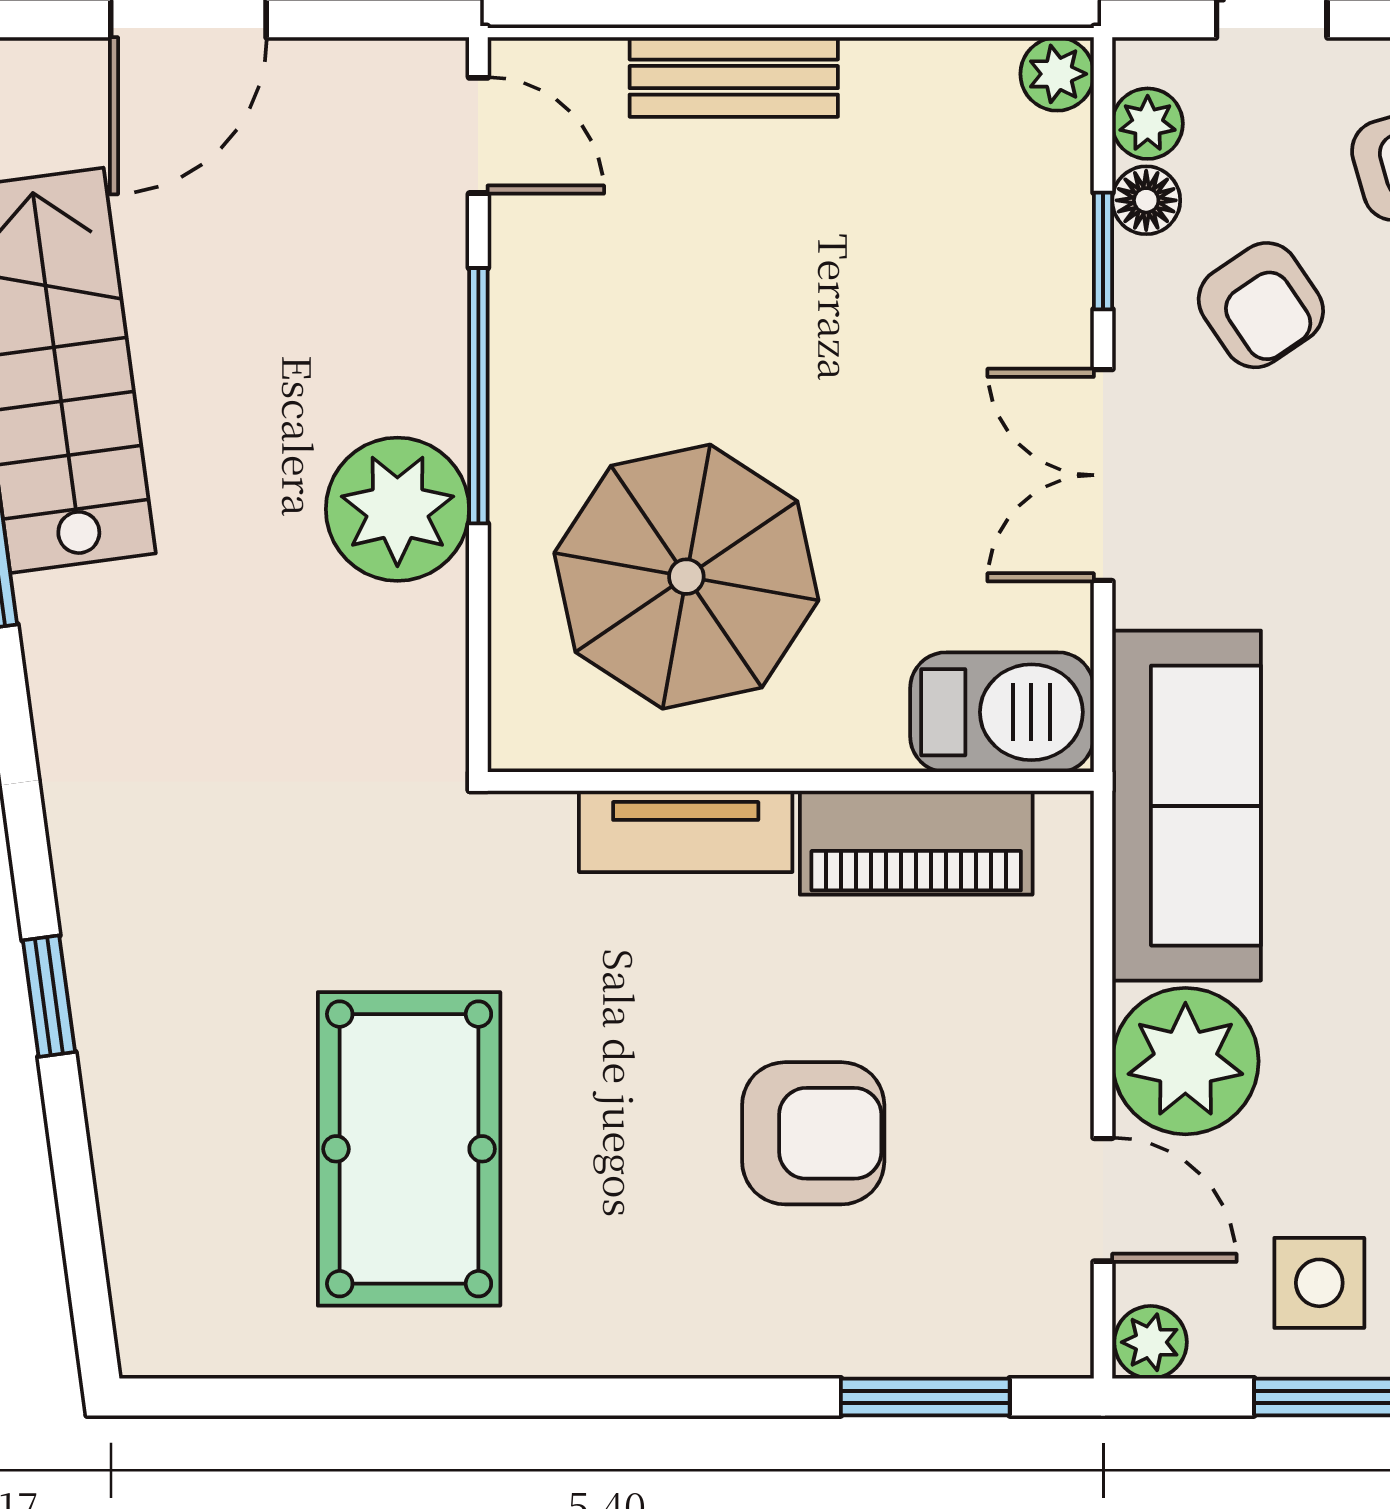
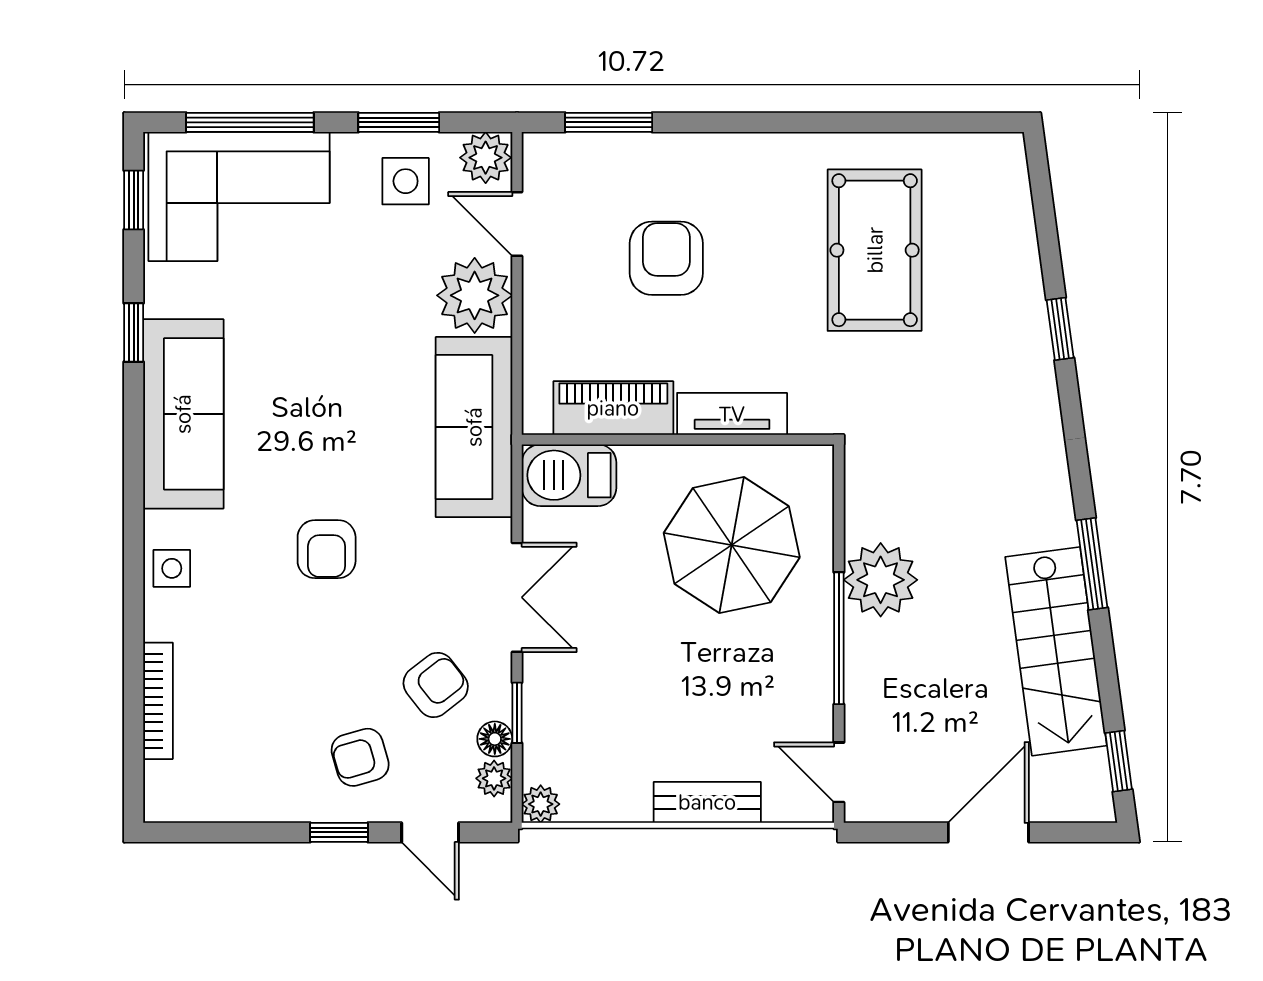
armchair: (1261, 305) -> (436, 685), turned 86
armchair: (813, 1133) -> (666, 258), turned 90
plant: (1151, 1342) -> (486, 158), width x1.38, depth x1.38

